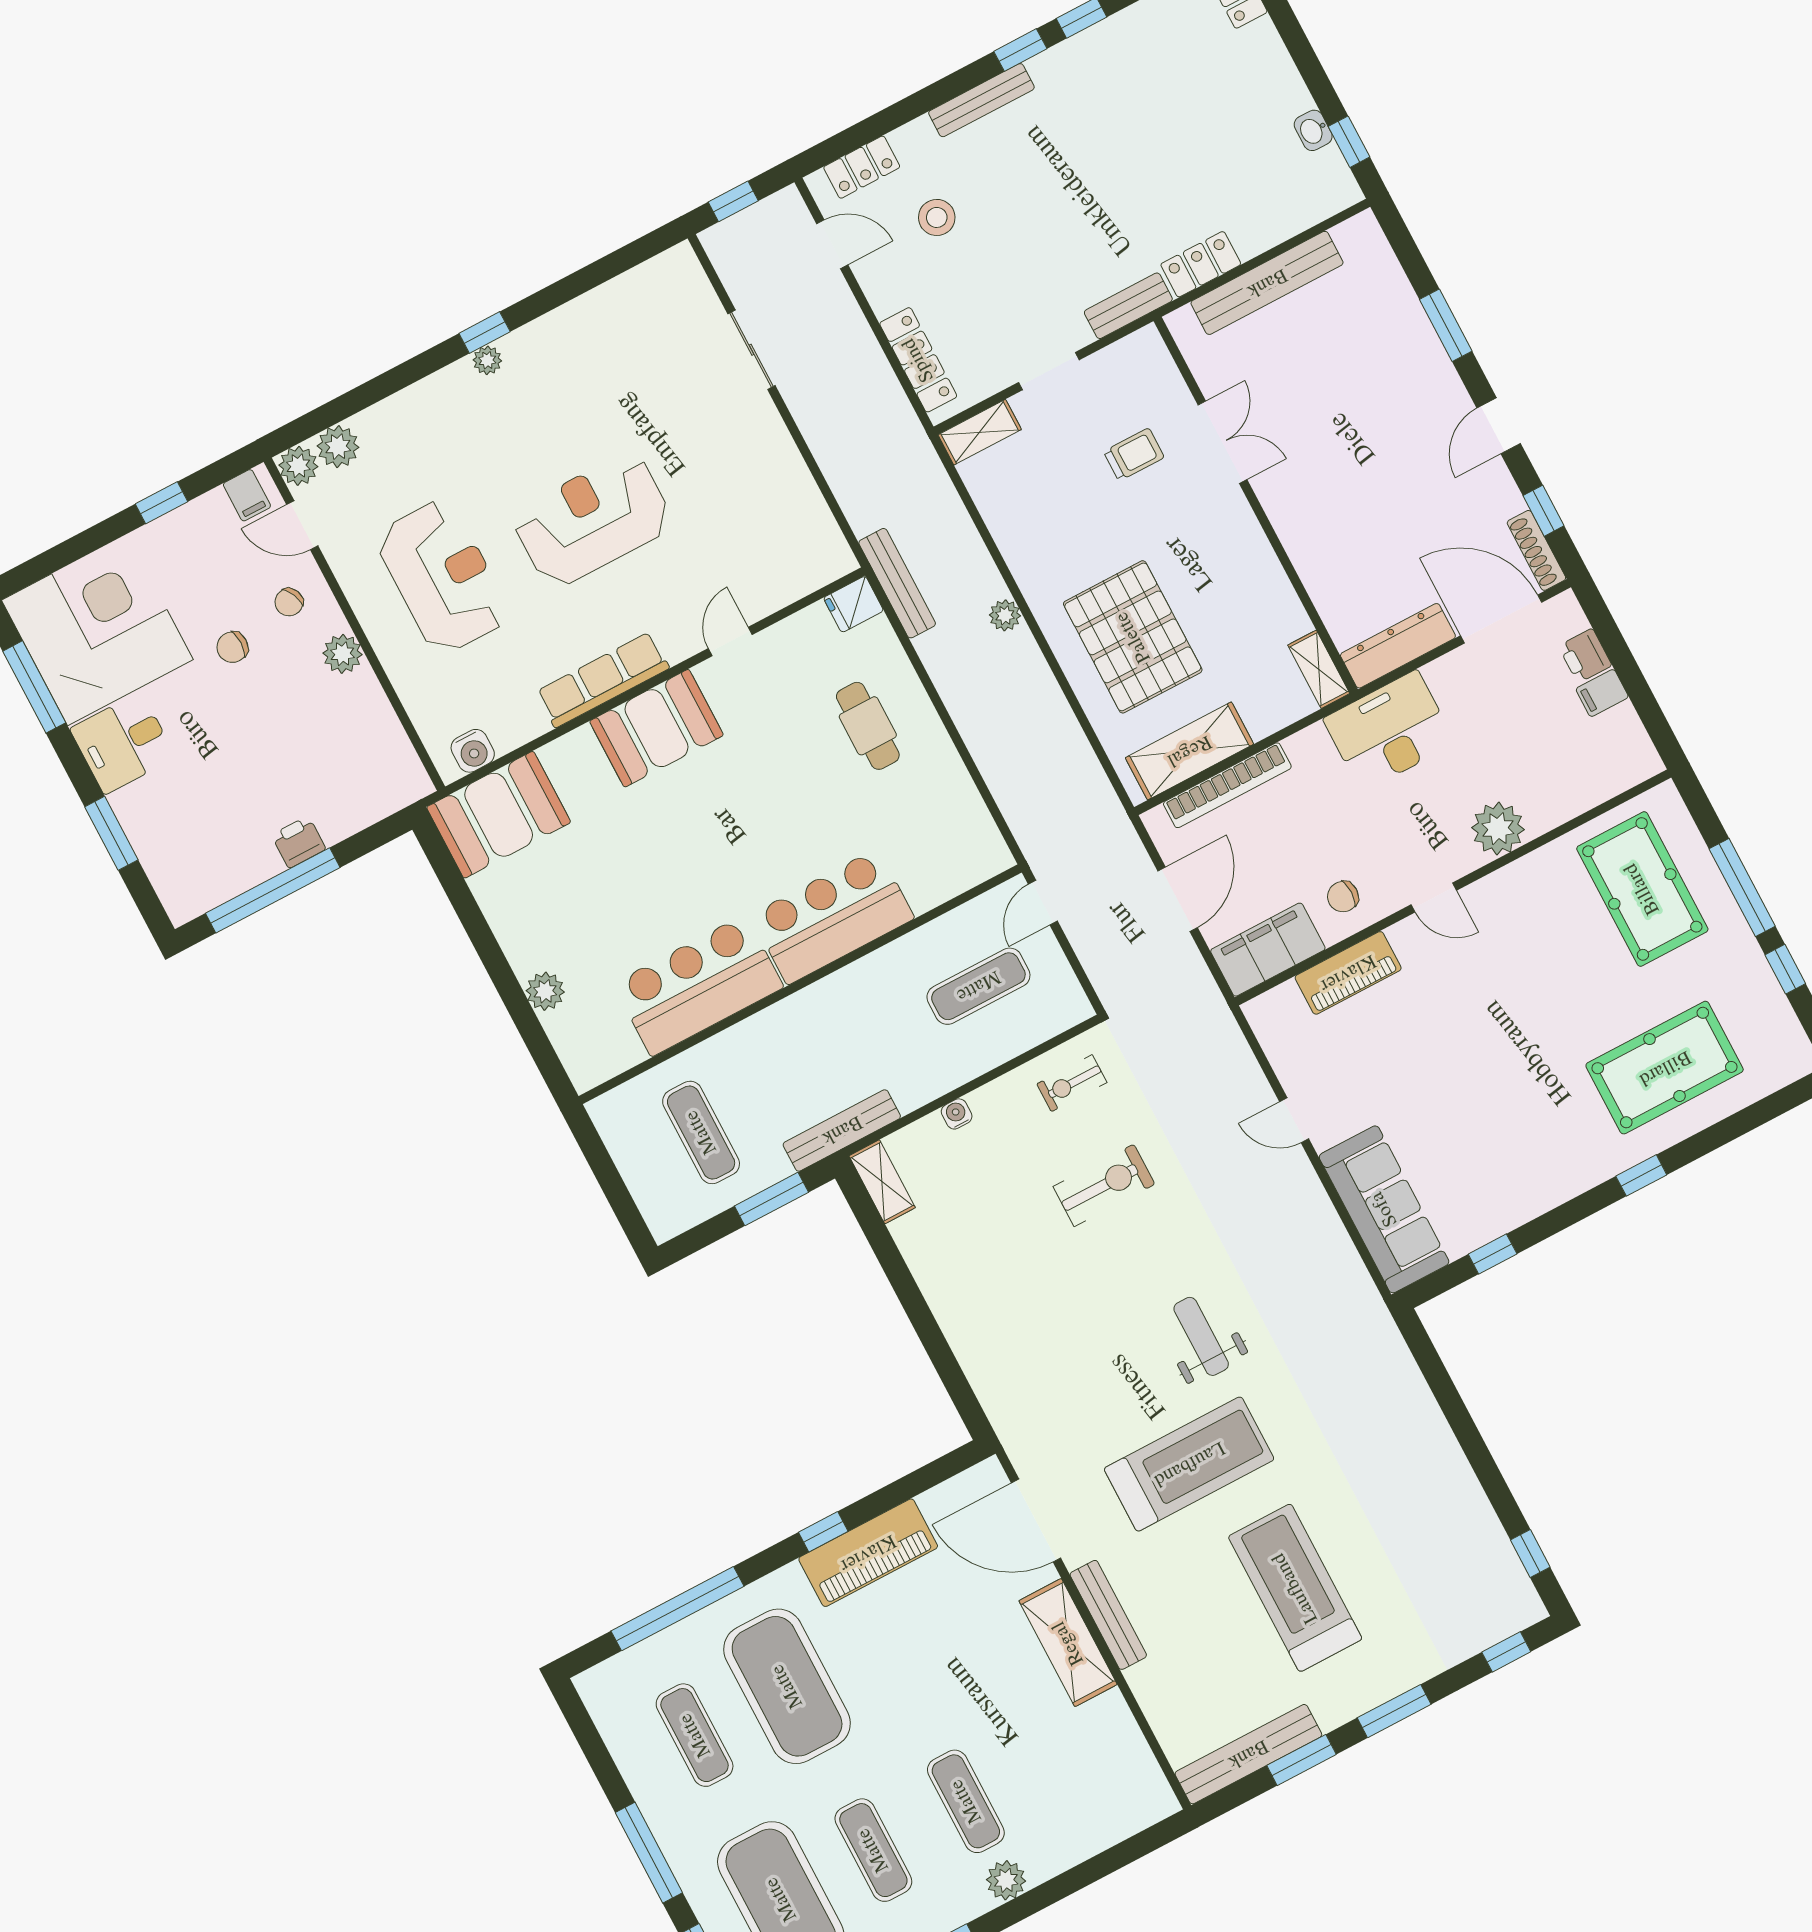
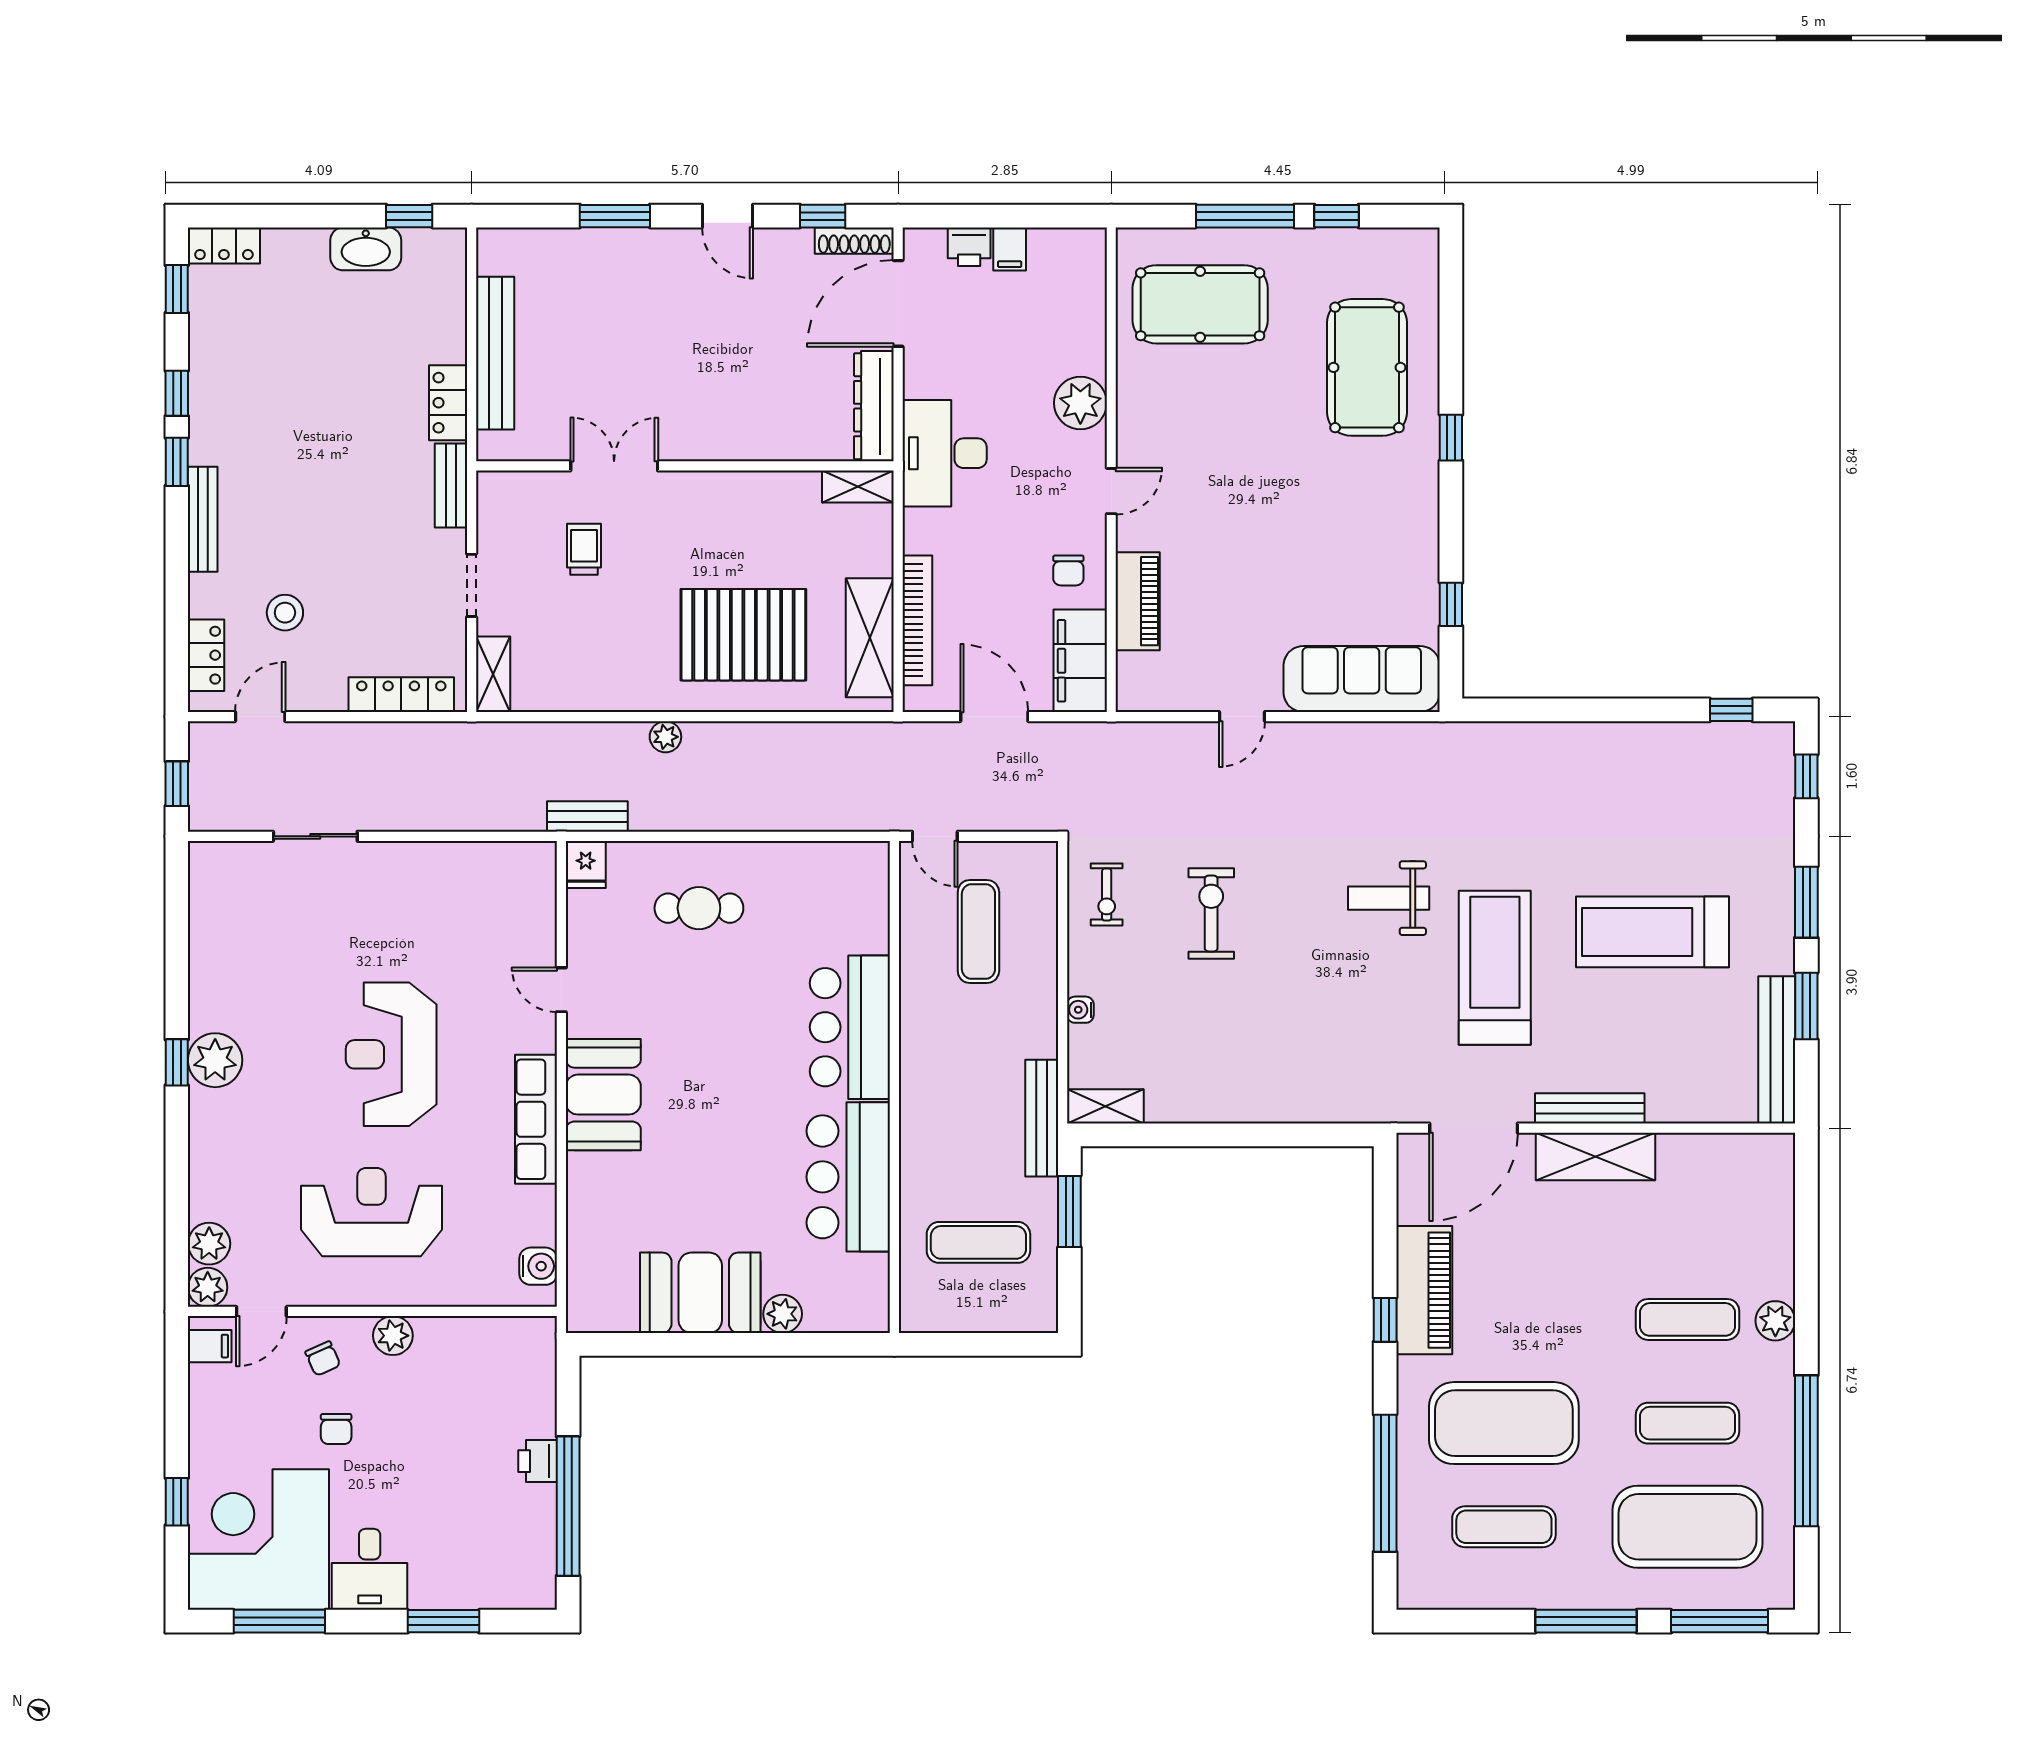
washbasin: (1313, 130) -> (366, 249), width x1.91, depth x1.45
plant: (487, 360) -> (215, 1060), width x1.87, depth x1.87
window: (162, 503) -> (177, 1502), moved
bench: (897, 583) -> (587, 816), width x0.73
booth: (499, 815) -> (700, 1293), moved, turned 90

